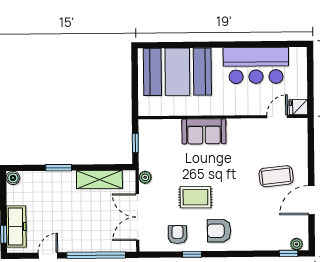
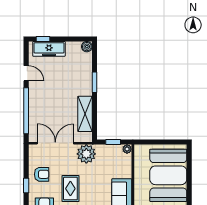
plant: (144, 125) -> (127, 149), added
plant: (145, 177) -> (86, 154), width x1.88, depth x1.88

